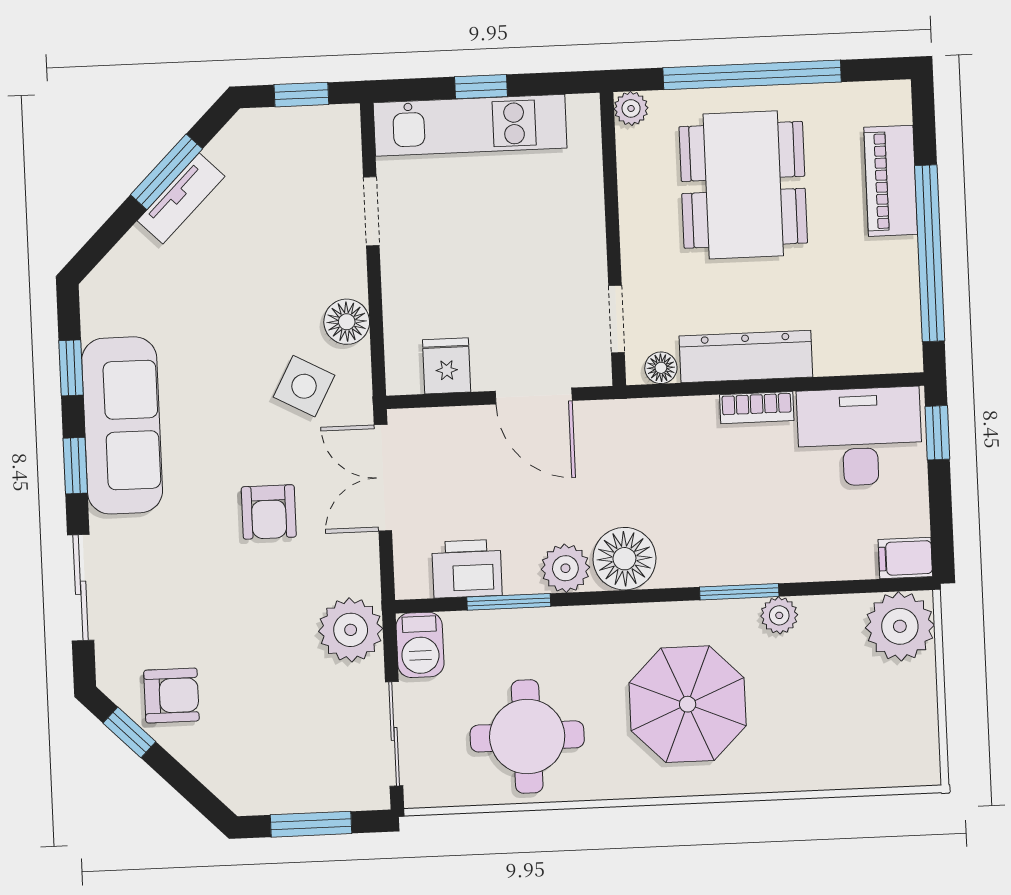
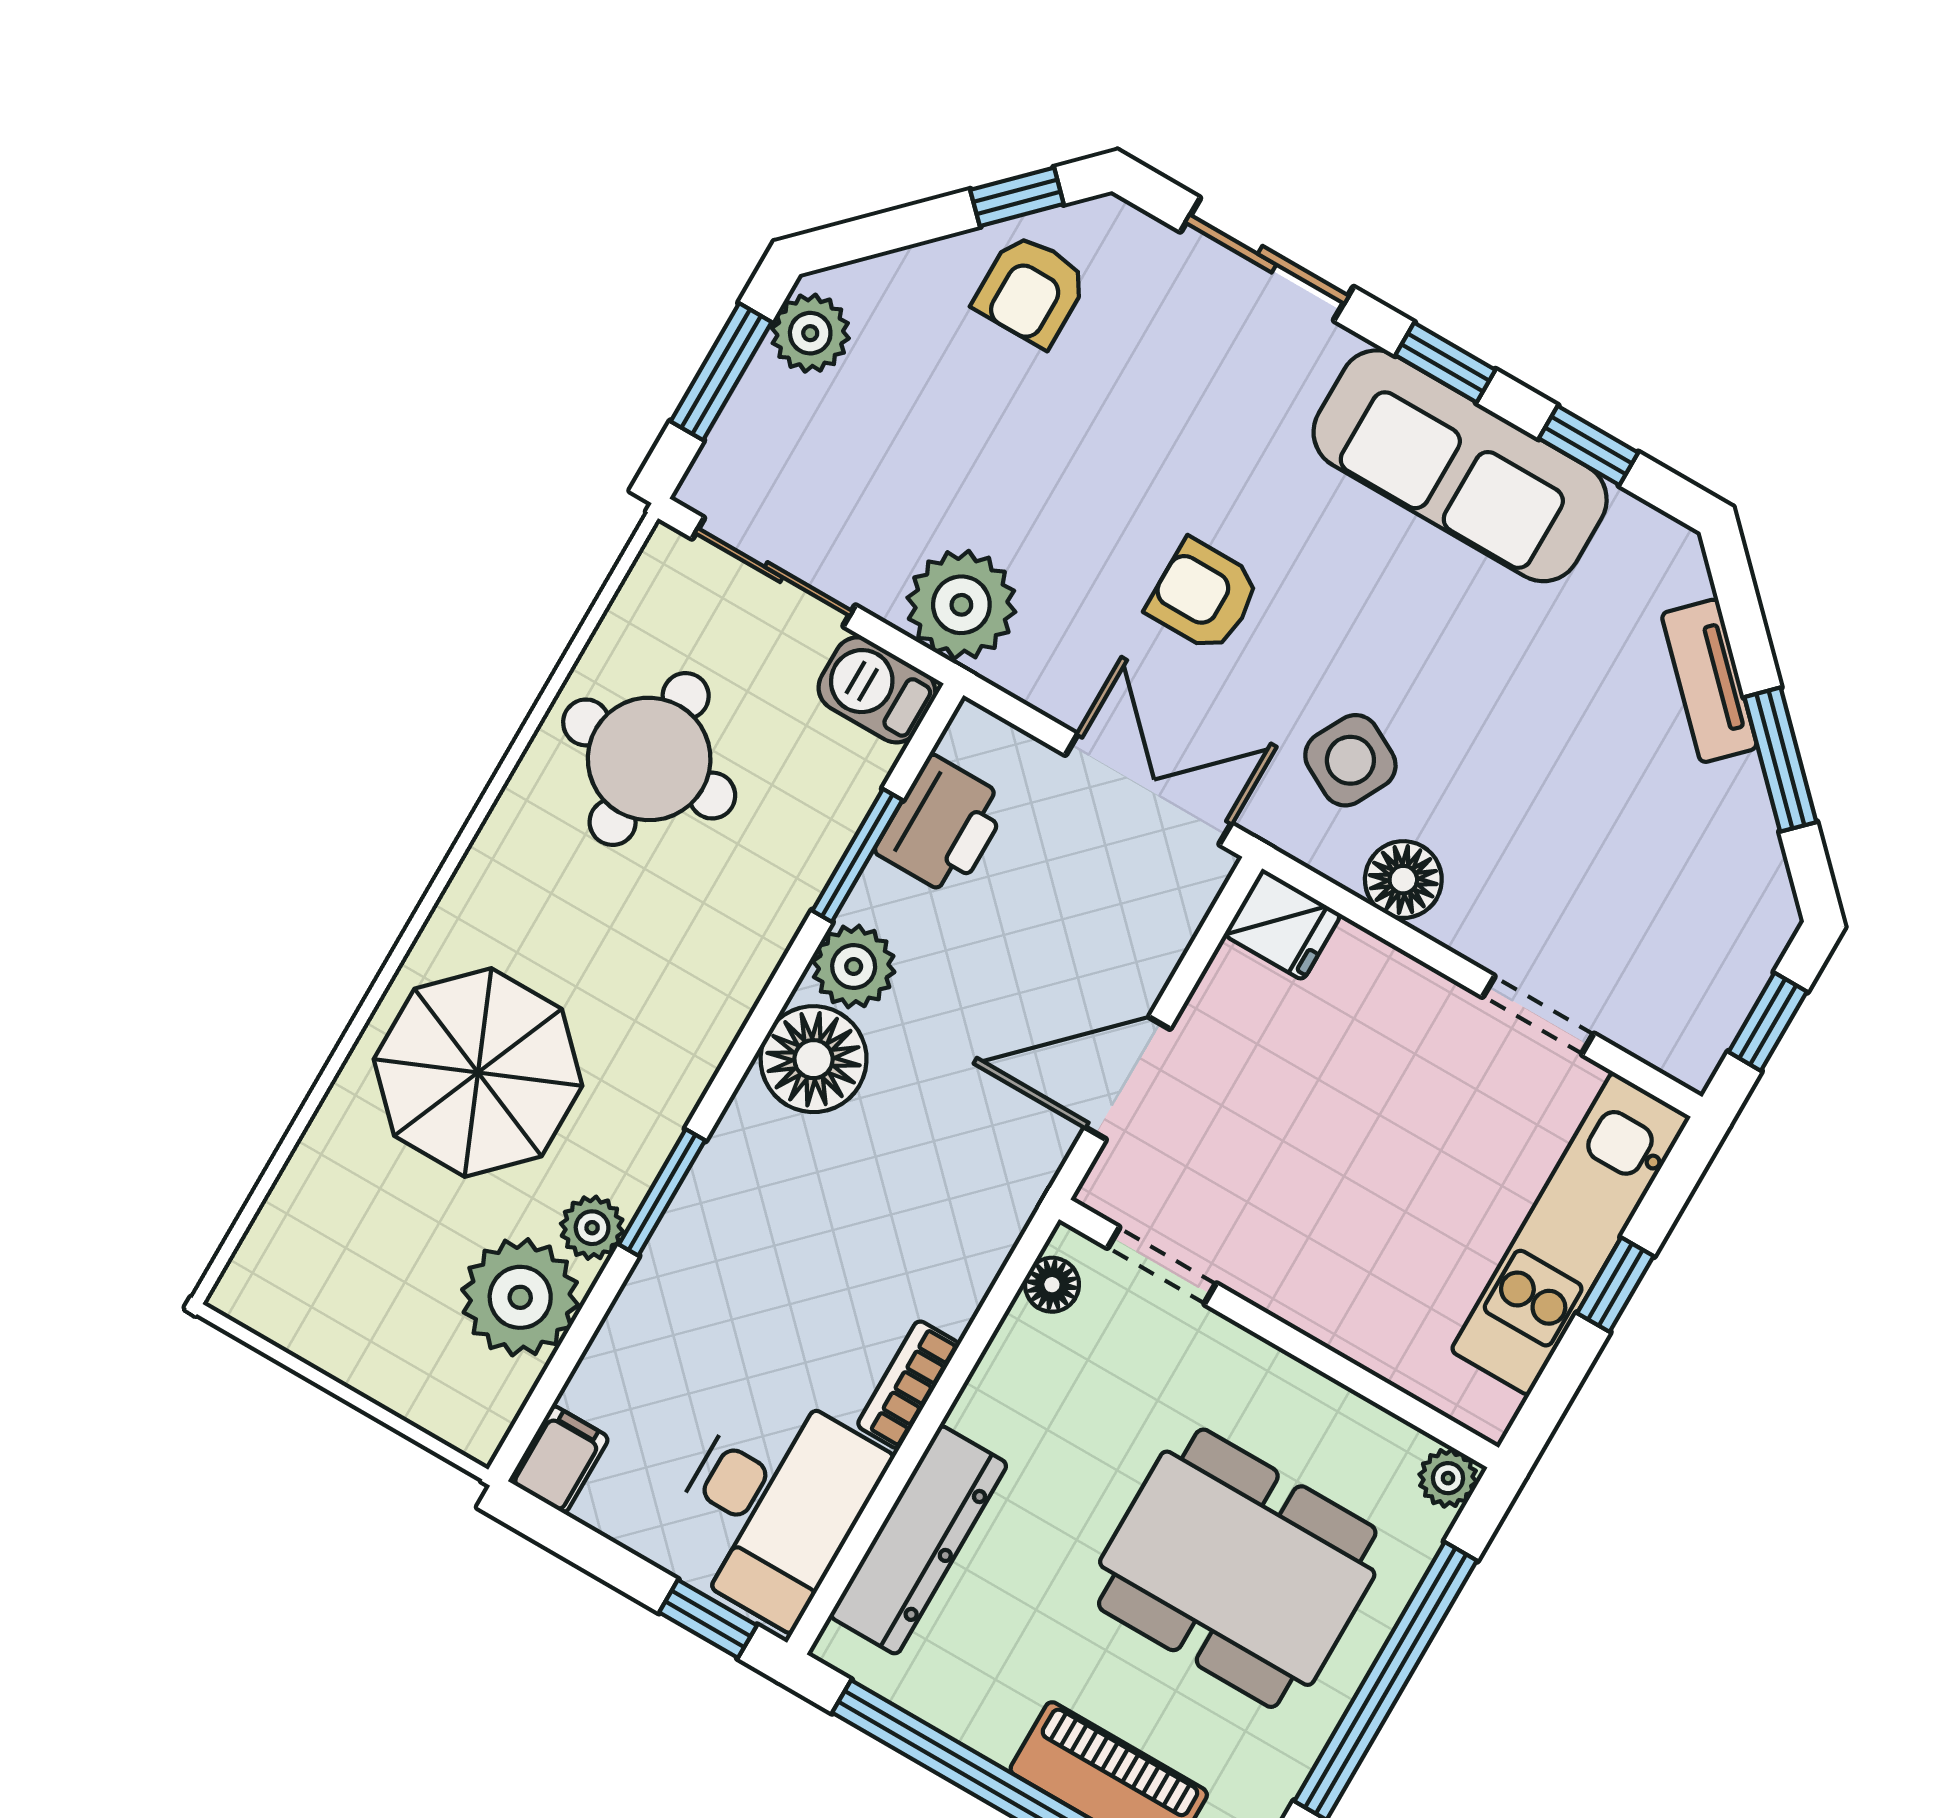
tv unit: (181, 198) -> (1709, 681), moved
dresser: (746, 357) -> (919, 1540), moved
fridge: (447, 366) -> (1283, 925), moved
plant: (900, 626) -> (520, 1297), moved
parasol: (688, 704) -> (478, 1072), moved
plant: (263, 792) -> (810, 333), added

